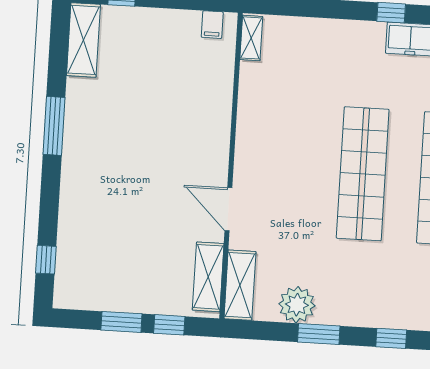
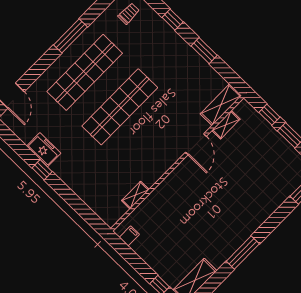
shelving: (251, 38) -> (135, 195), moved
shelving: (208, 277) -> (226, 125), width x0.67, depth x0.75
plant: (297, 305) -> (203, 73), removed

